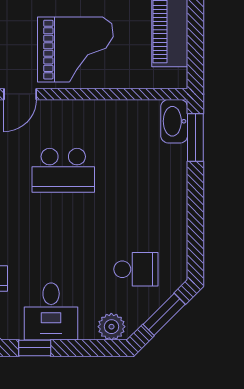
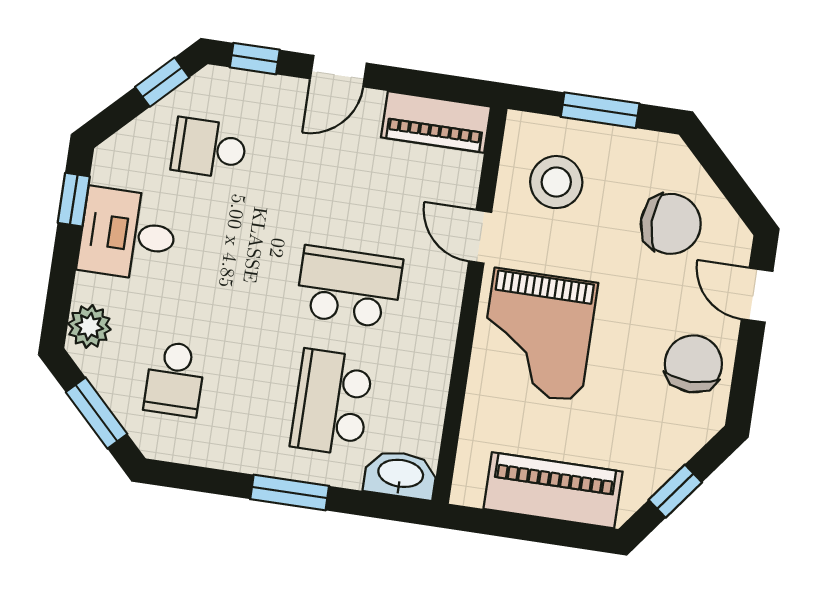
window: (195, 138) -> (290, 492), moved
school desk: (63, 170) -> (349, 287), turned 90
school desk: (136, 170) -> (332, 402), added

